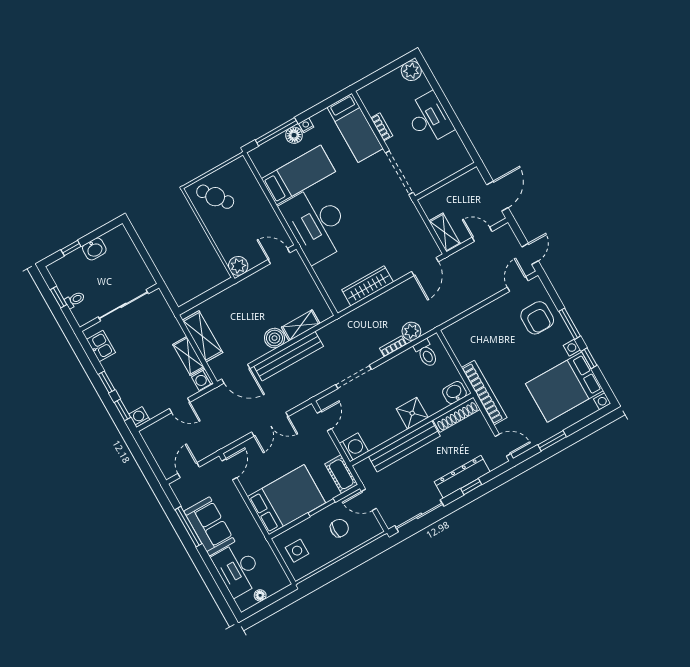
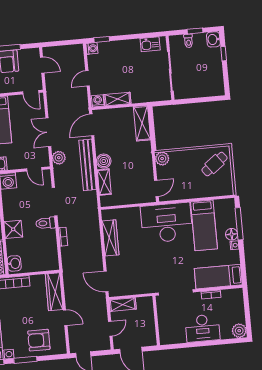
washbasin: (94, 249) -> (213, 39), moved
door: (518, 284) -> (65, 318), moved
wardrobe: (467, 326) -> (54, 292), added
plant: (411, 331) -> (59, 158), moved
shelving: (202, 336) -> (142, 123), moved, turned 90
toilet: (426, 353) -> (46, 223), moved
window: (107, 382) -> (125, 37), removed

